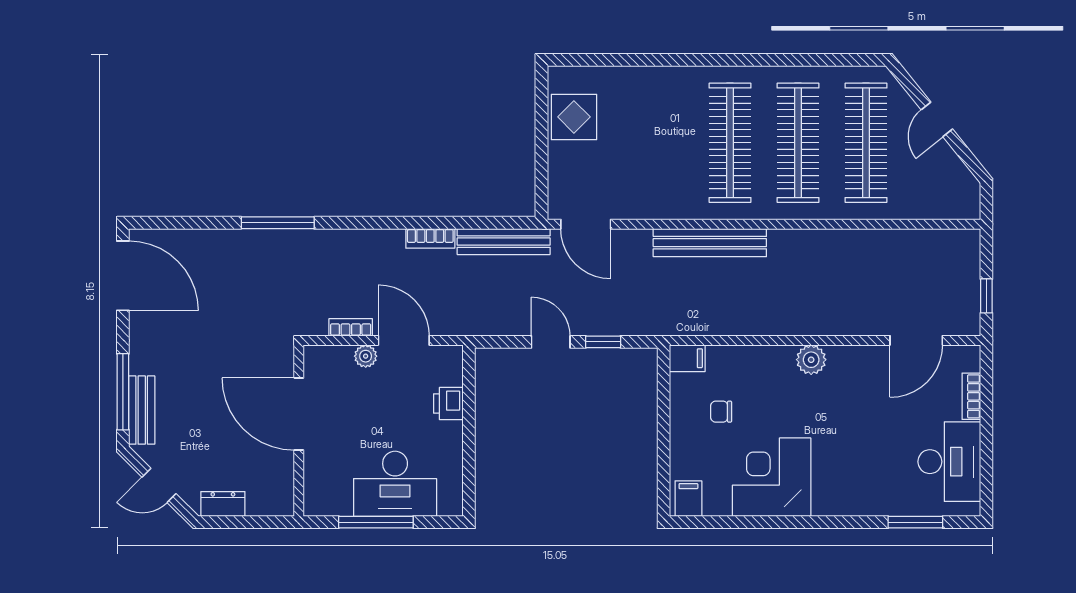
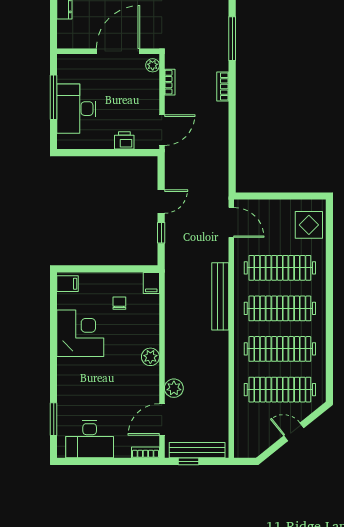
display table: (574, 117) -> (309, 225), moved
clothes rail: (662, 143) -> (280, 268), added
door: (586, 224) -> (231, 222), swing flipped
bookcase: (430, 238) -> (223, 87), moved
bench: (504, 242) -> (197, 450), moved, turned 90
plant: (864, 320) -> (174, 388), added
door: (404, 340) -> (162, 130), moved
door: (916, 340) -> (162, 420), hinge flipped
plant: (366, 356) -> (153, 65), moved
bookcase: (971, 396) -> (145, 452), moved

